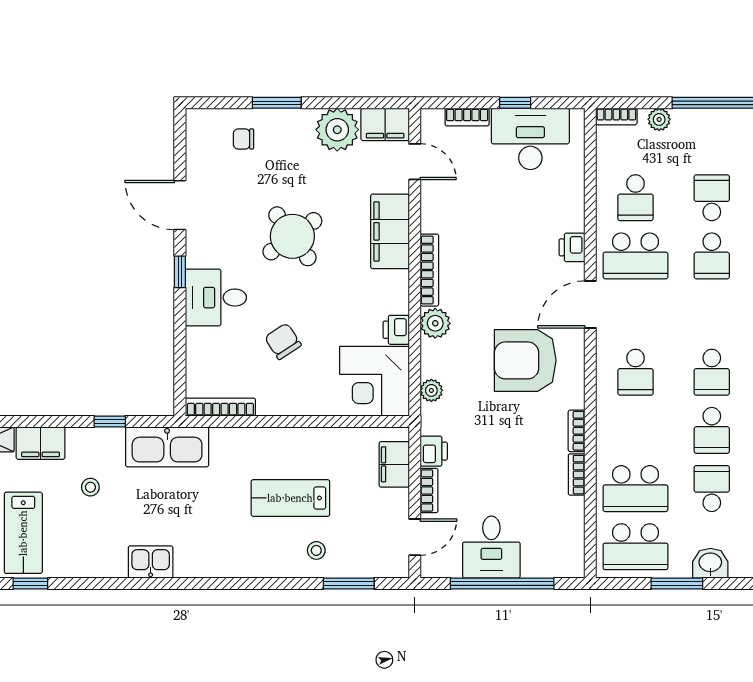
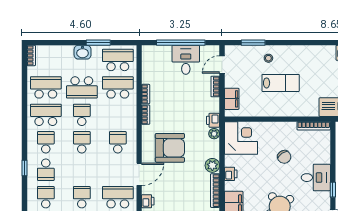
printer: (396, 330) -> (231, 174), moved
printer: (434, 451) -> (213, 120), moved
school desk: (712, 489) -> (82, 87), width x1.85

